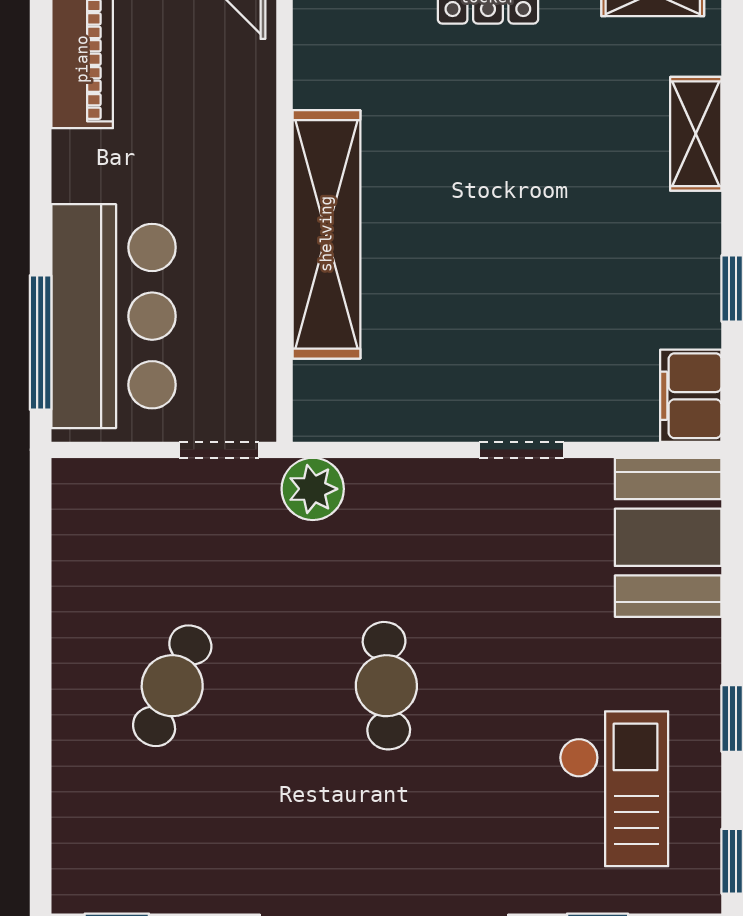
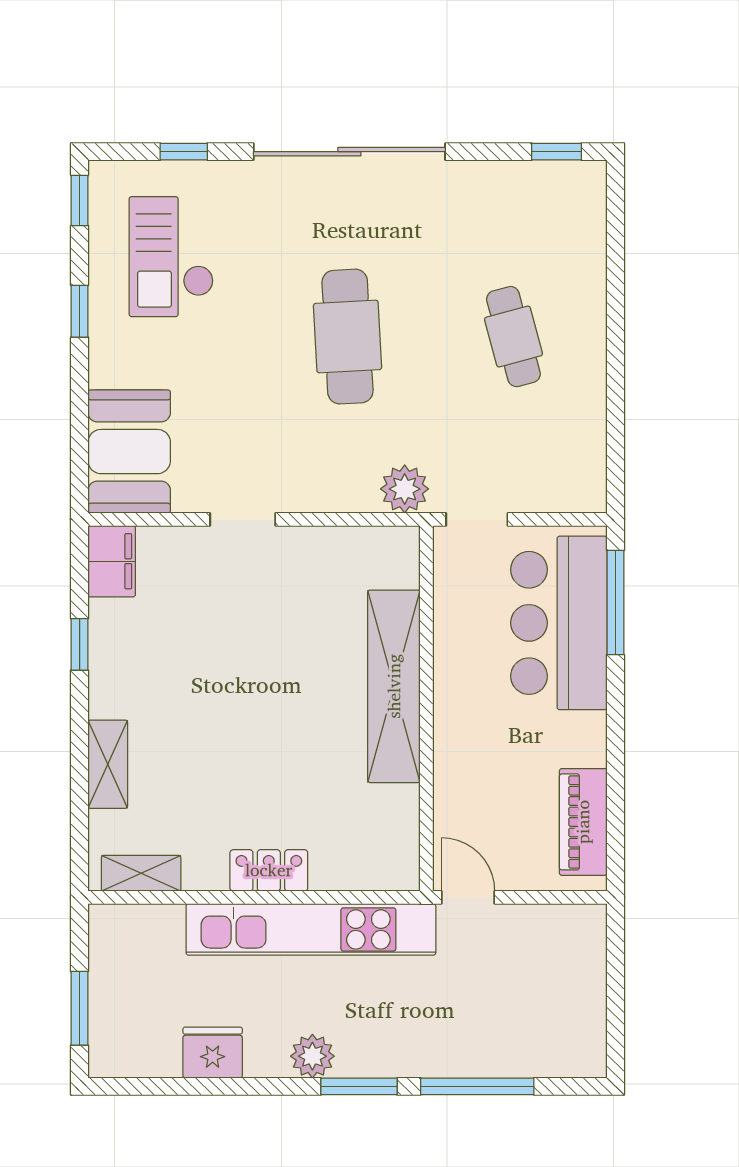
cafe table: (172, 686) -> (513, 337), turned -39
cafe table: (386, 686) -> (348, 337), width x1.37, depth x1.35

